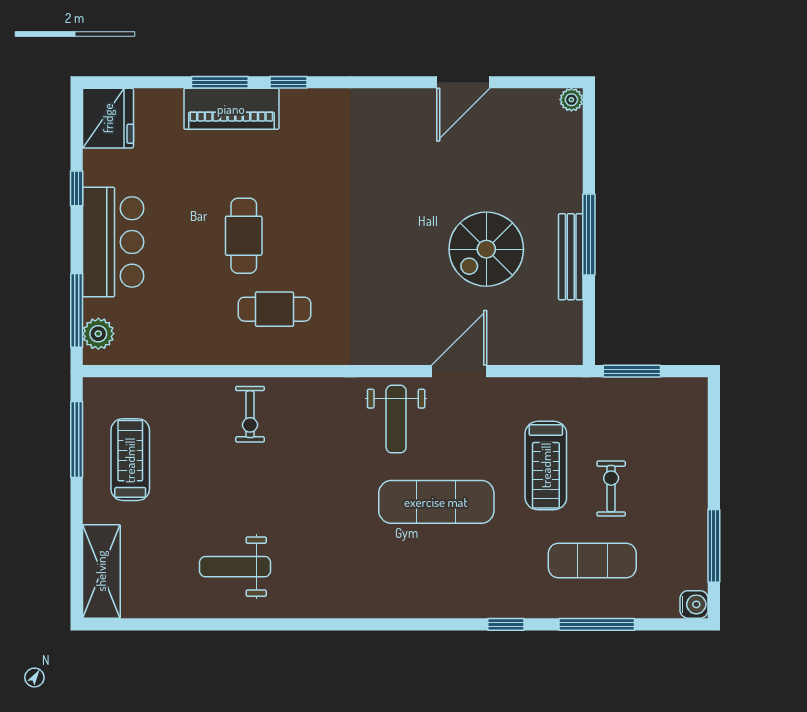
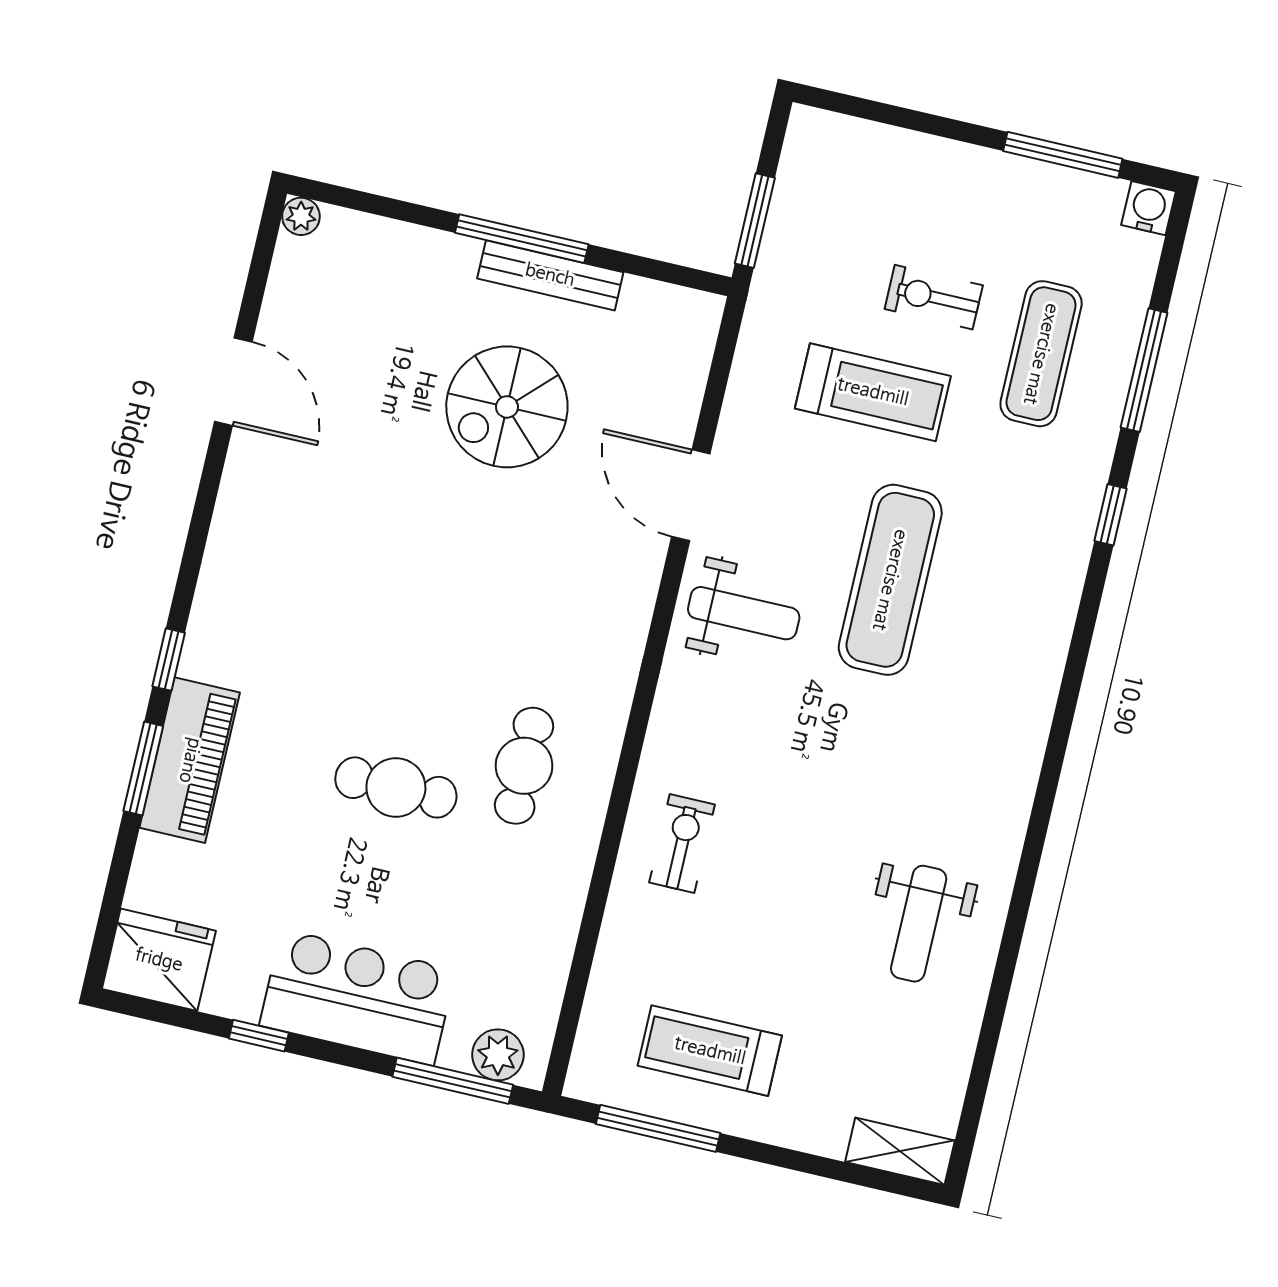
spiral stairs: (486, 249) -> (507, 407), turned 90
exercise bike: (250, 414) -> (682, 844), turned -90
shelving: (101, 571) -> (900, 1151), width x0.67, depth x0.75

